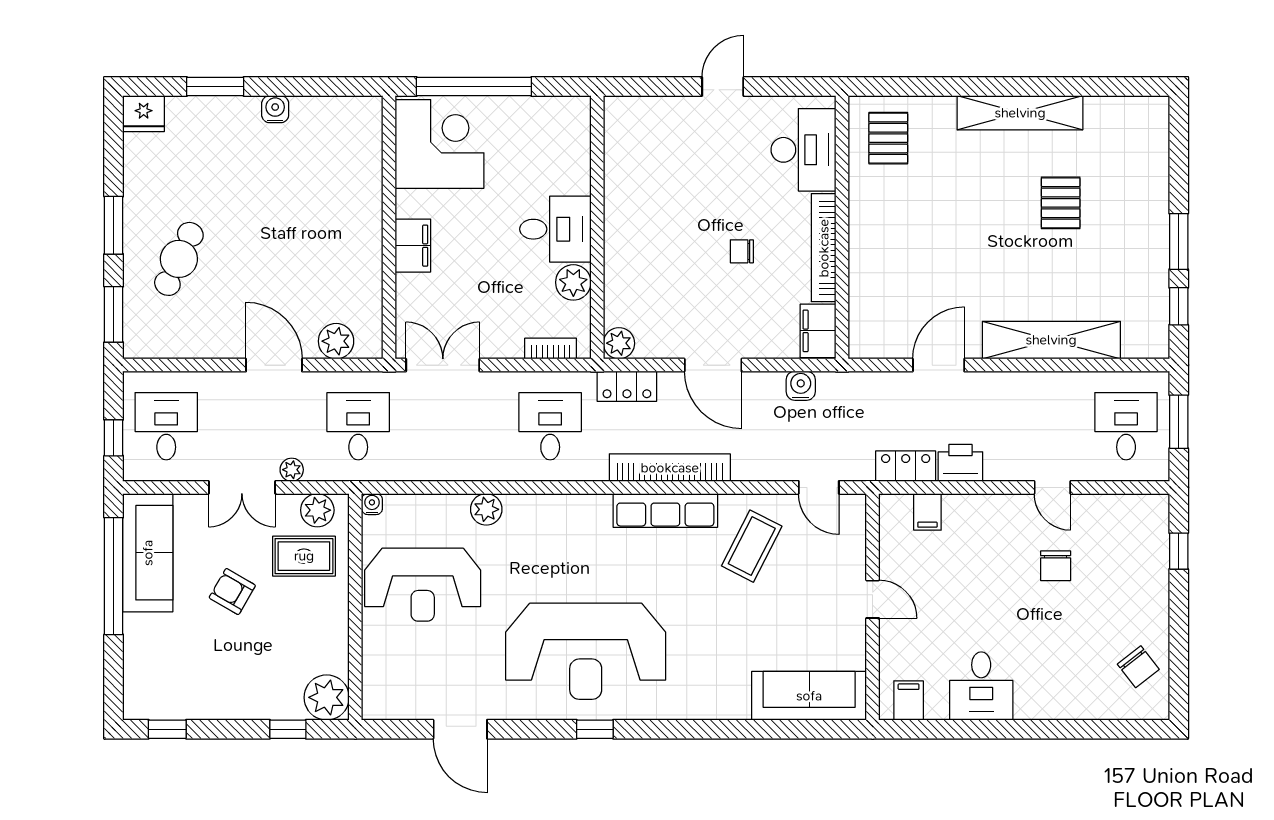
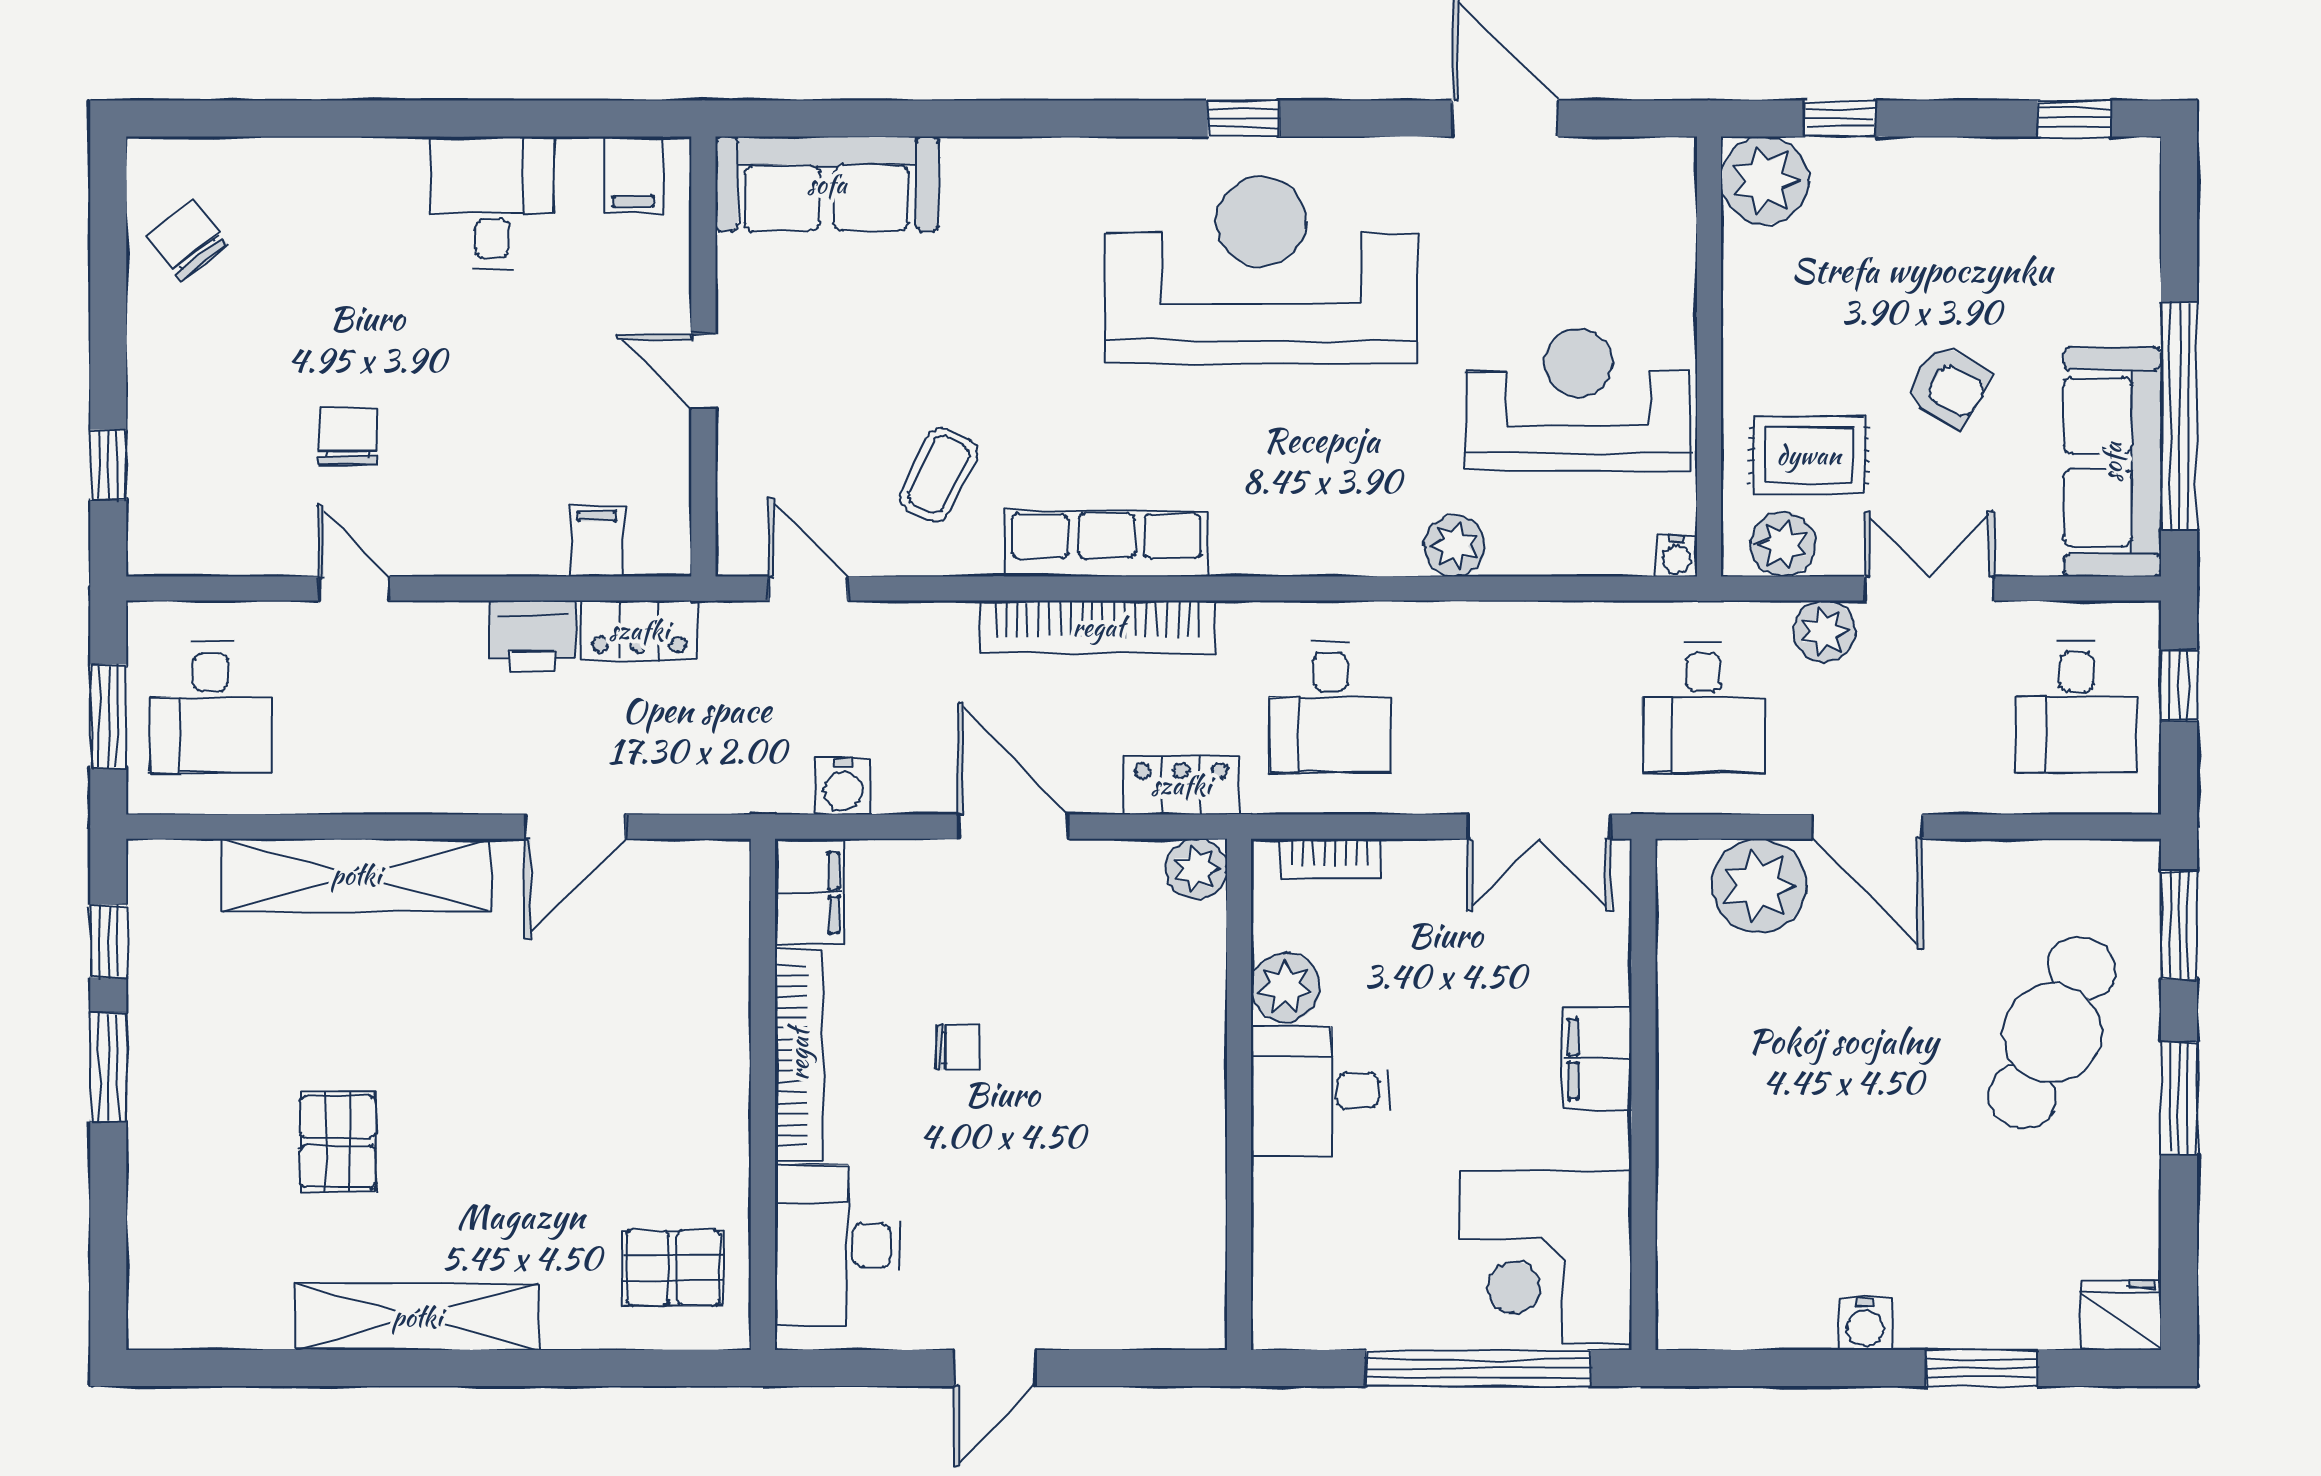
pallet: (888, 138) -> (673, 1268), turned 90
cafe table: (179, 259) -> (2052, 1033), width x1.37, depth x1.35
plant: (336, 341) -> (1759, 885), width x1.36, depth x1.36
plant: (292, 470) -> (1824, 631), width x1.38, depth x1.38
coffee table: (752, 546) -> (938, 475), width x0.73, depth x0.77

